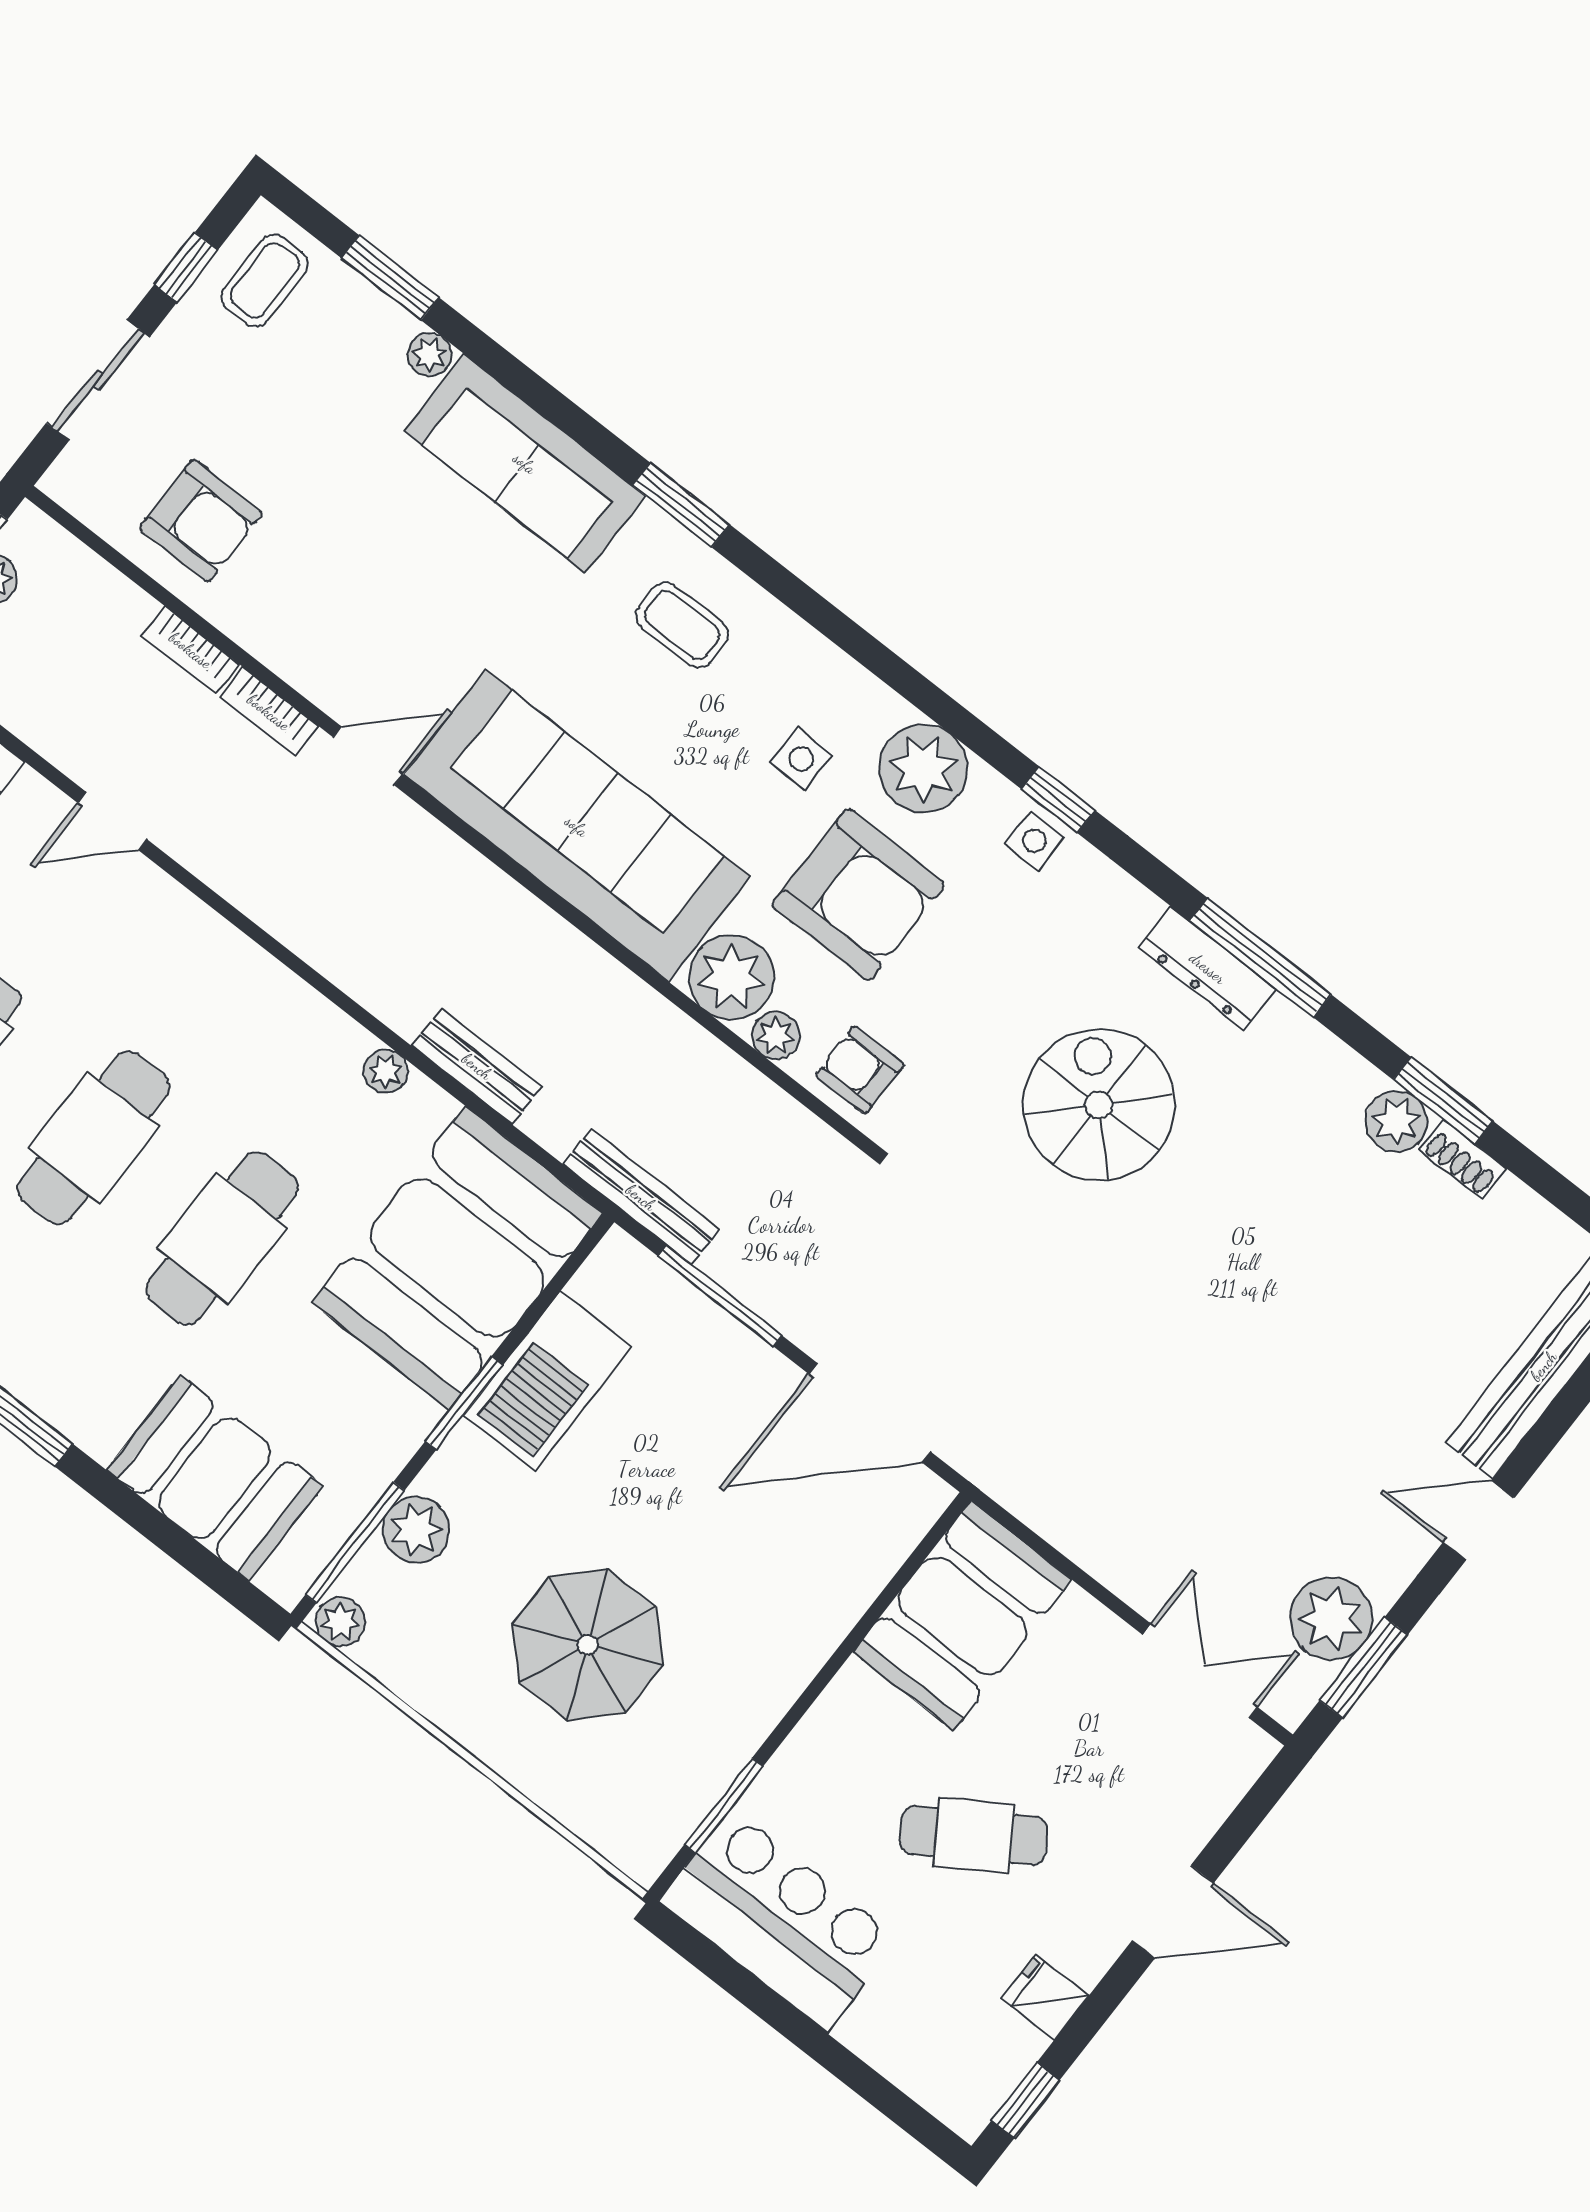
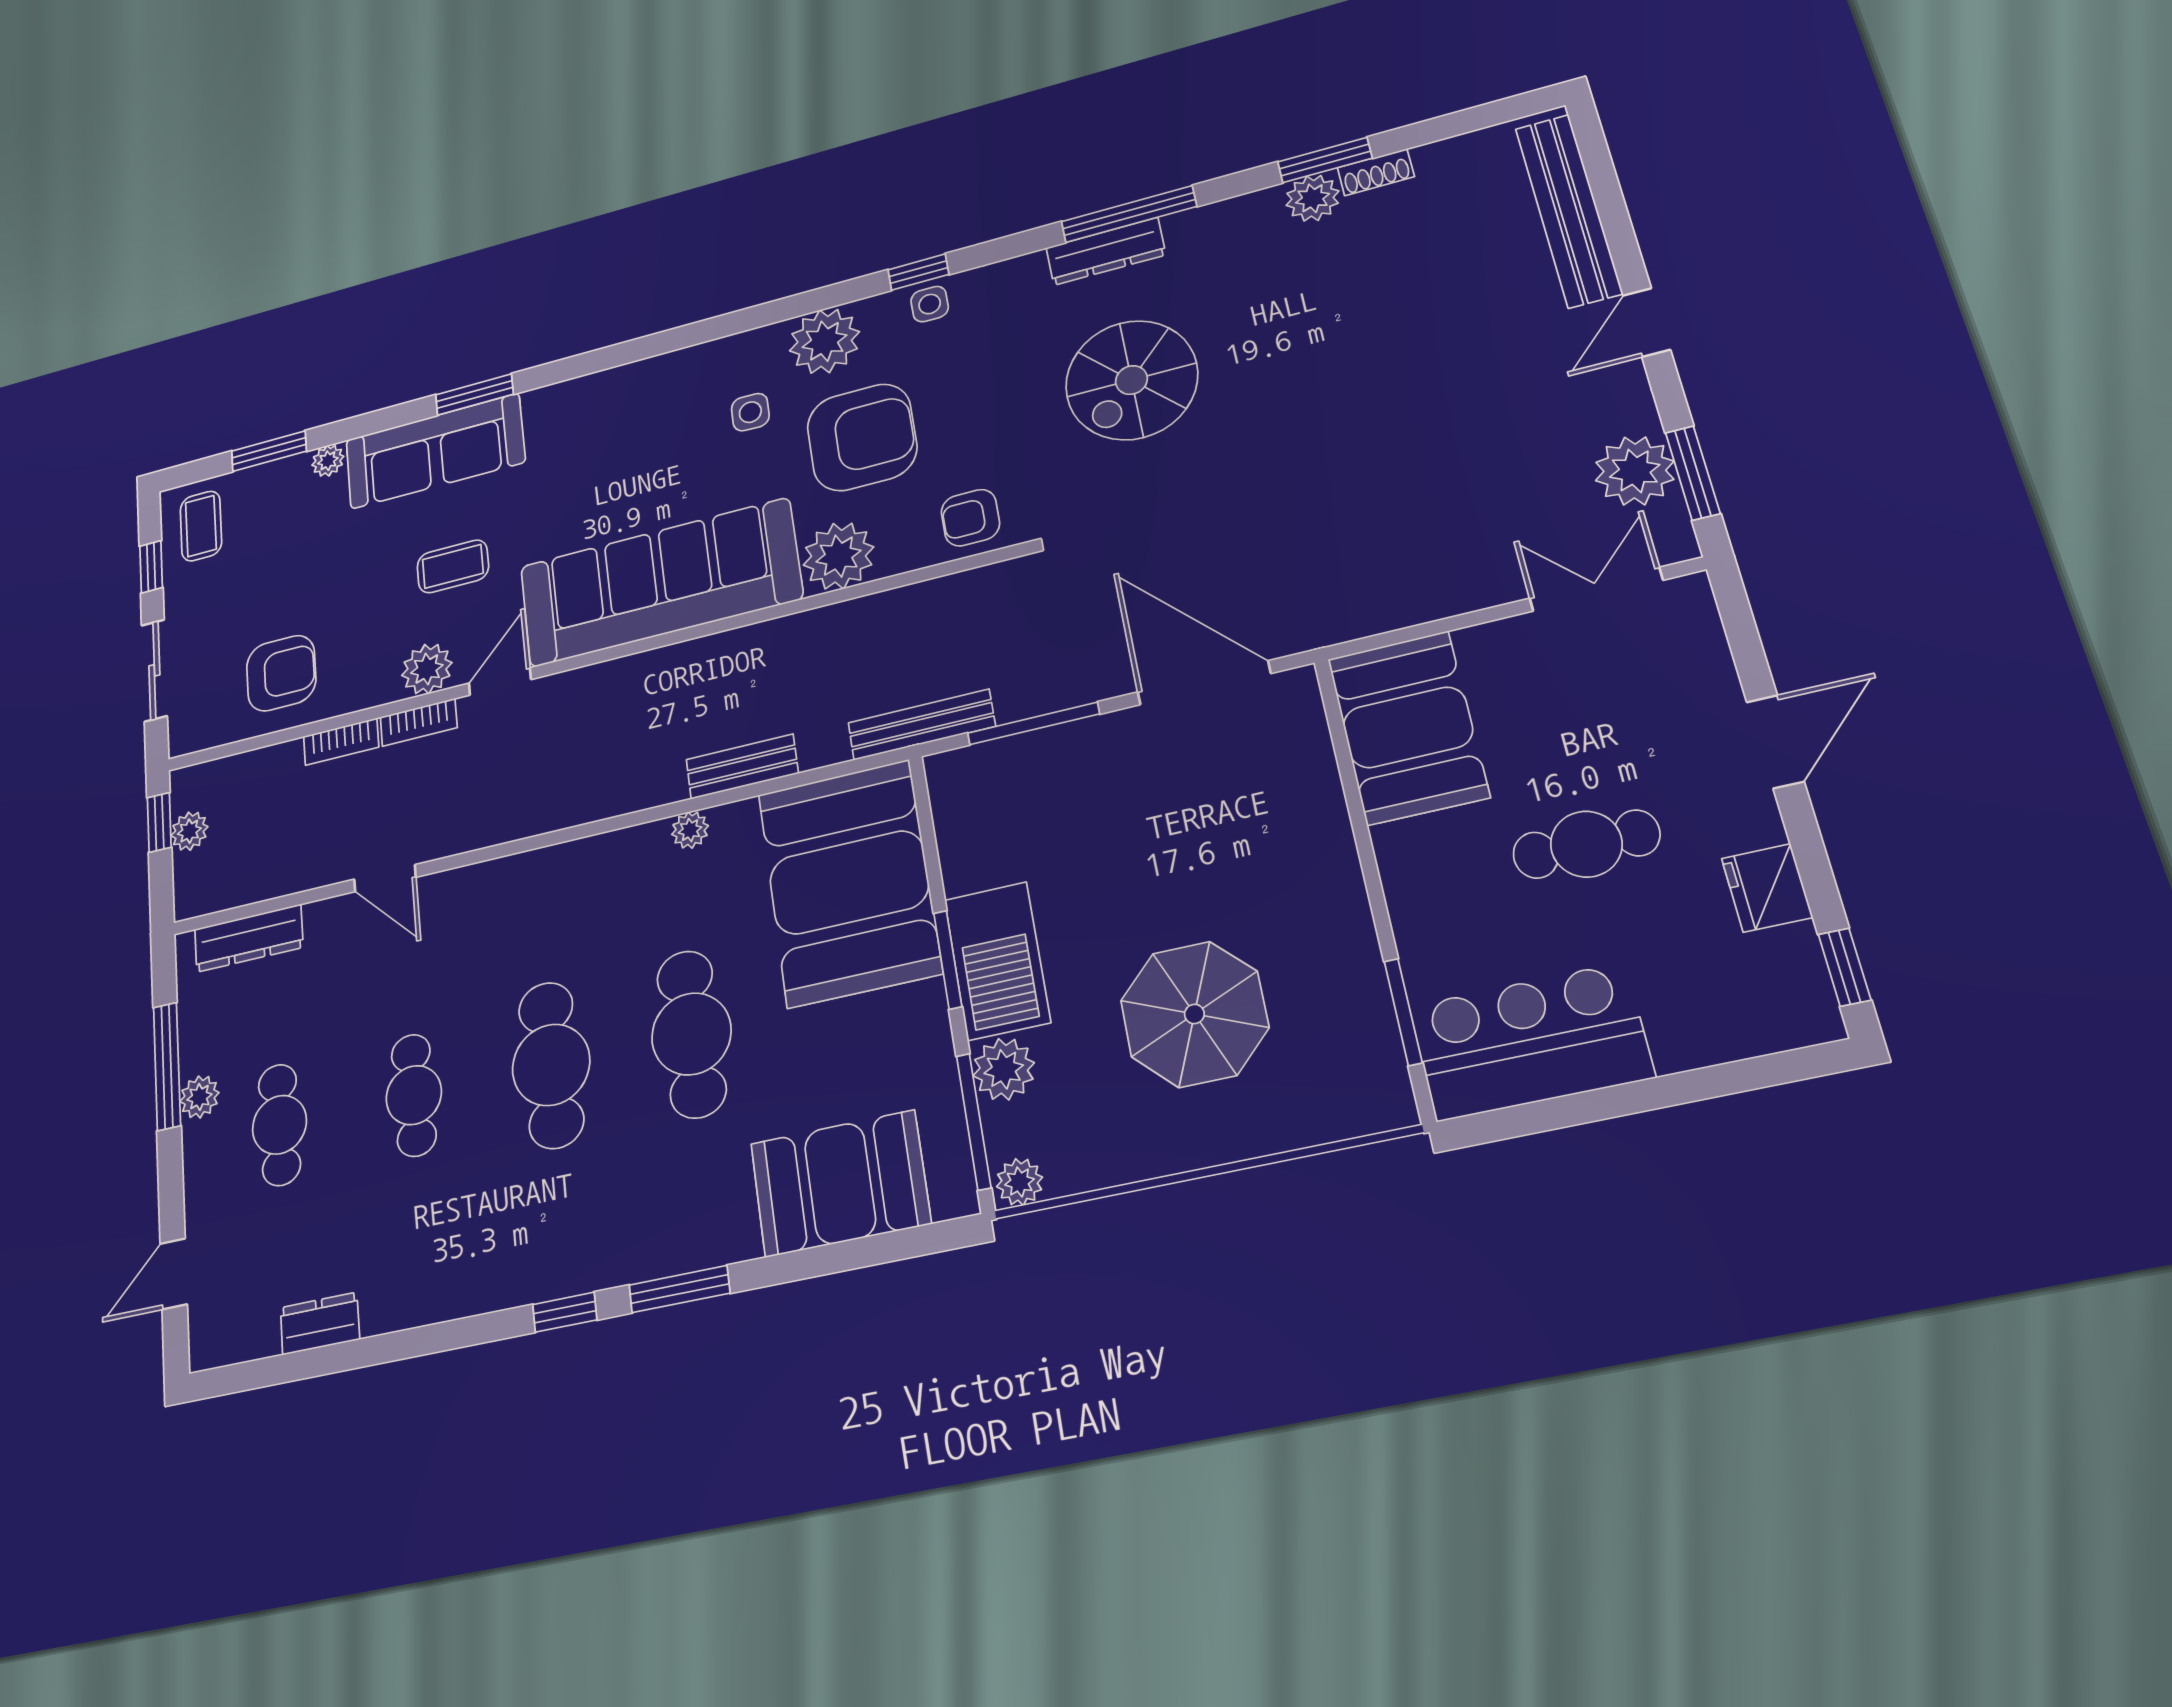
window: (681, 505) -> (474, 395), moved
coffee table: (682, 625) -> (453, 566), moved
door: (113, 821) -> (385, 878), hinge flipped
plant: (776, 1036) -> (427, 669), moved, width x1.38, depth x1.38
spiral stairs: (1099, 1105) -> (1131, 380), turned -90
barbecue: (548, 1381) -> (997, 961), moved
door: (870, 1413) -> (1204, 683), swing flipped
cafe table: (974, 1835) -> (1586, 844), turned 33
fridge: (1045, 1997) -> (1767, 888), width x1.38

